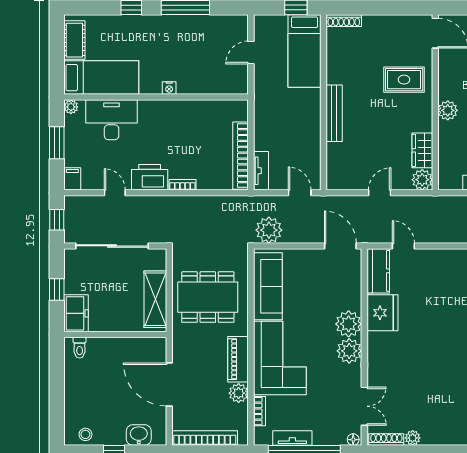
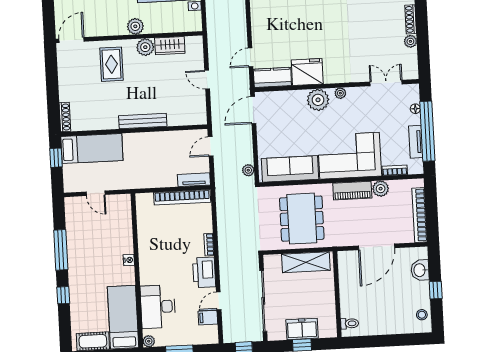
filing cabinet: (72, 179) -> (208, 318), moved
plant: (422, 180) -> (145, 47), moved
plant: (269, 230) -> (248, 170), width x0.53, depth x0.53
freezer: (76, 313) -> (302, 329), moved
plant: (349, 351) -> (340, 93), width x0.53, depth x0.53
shoe rack: (386, 439) -> (411, 19), moved
floor lamp: (353, 440) -> (415, 109), moved

